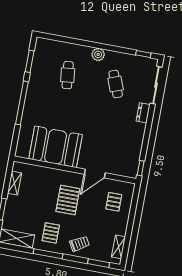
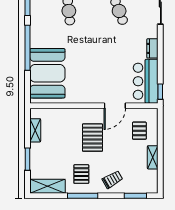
dresser: (143, 113) -> (152, 48), moved
booth: (56, 147) -> (47, 73), moved, turned 90
bar counter: (129, 156) -> (146, 81), added
shelving: (119, 247) -> (153, 157), moved

